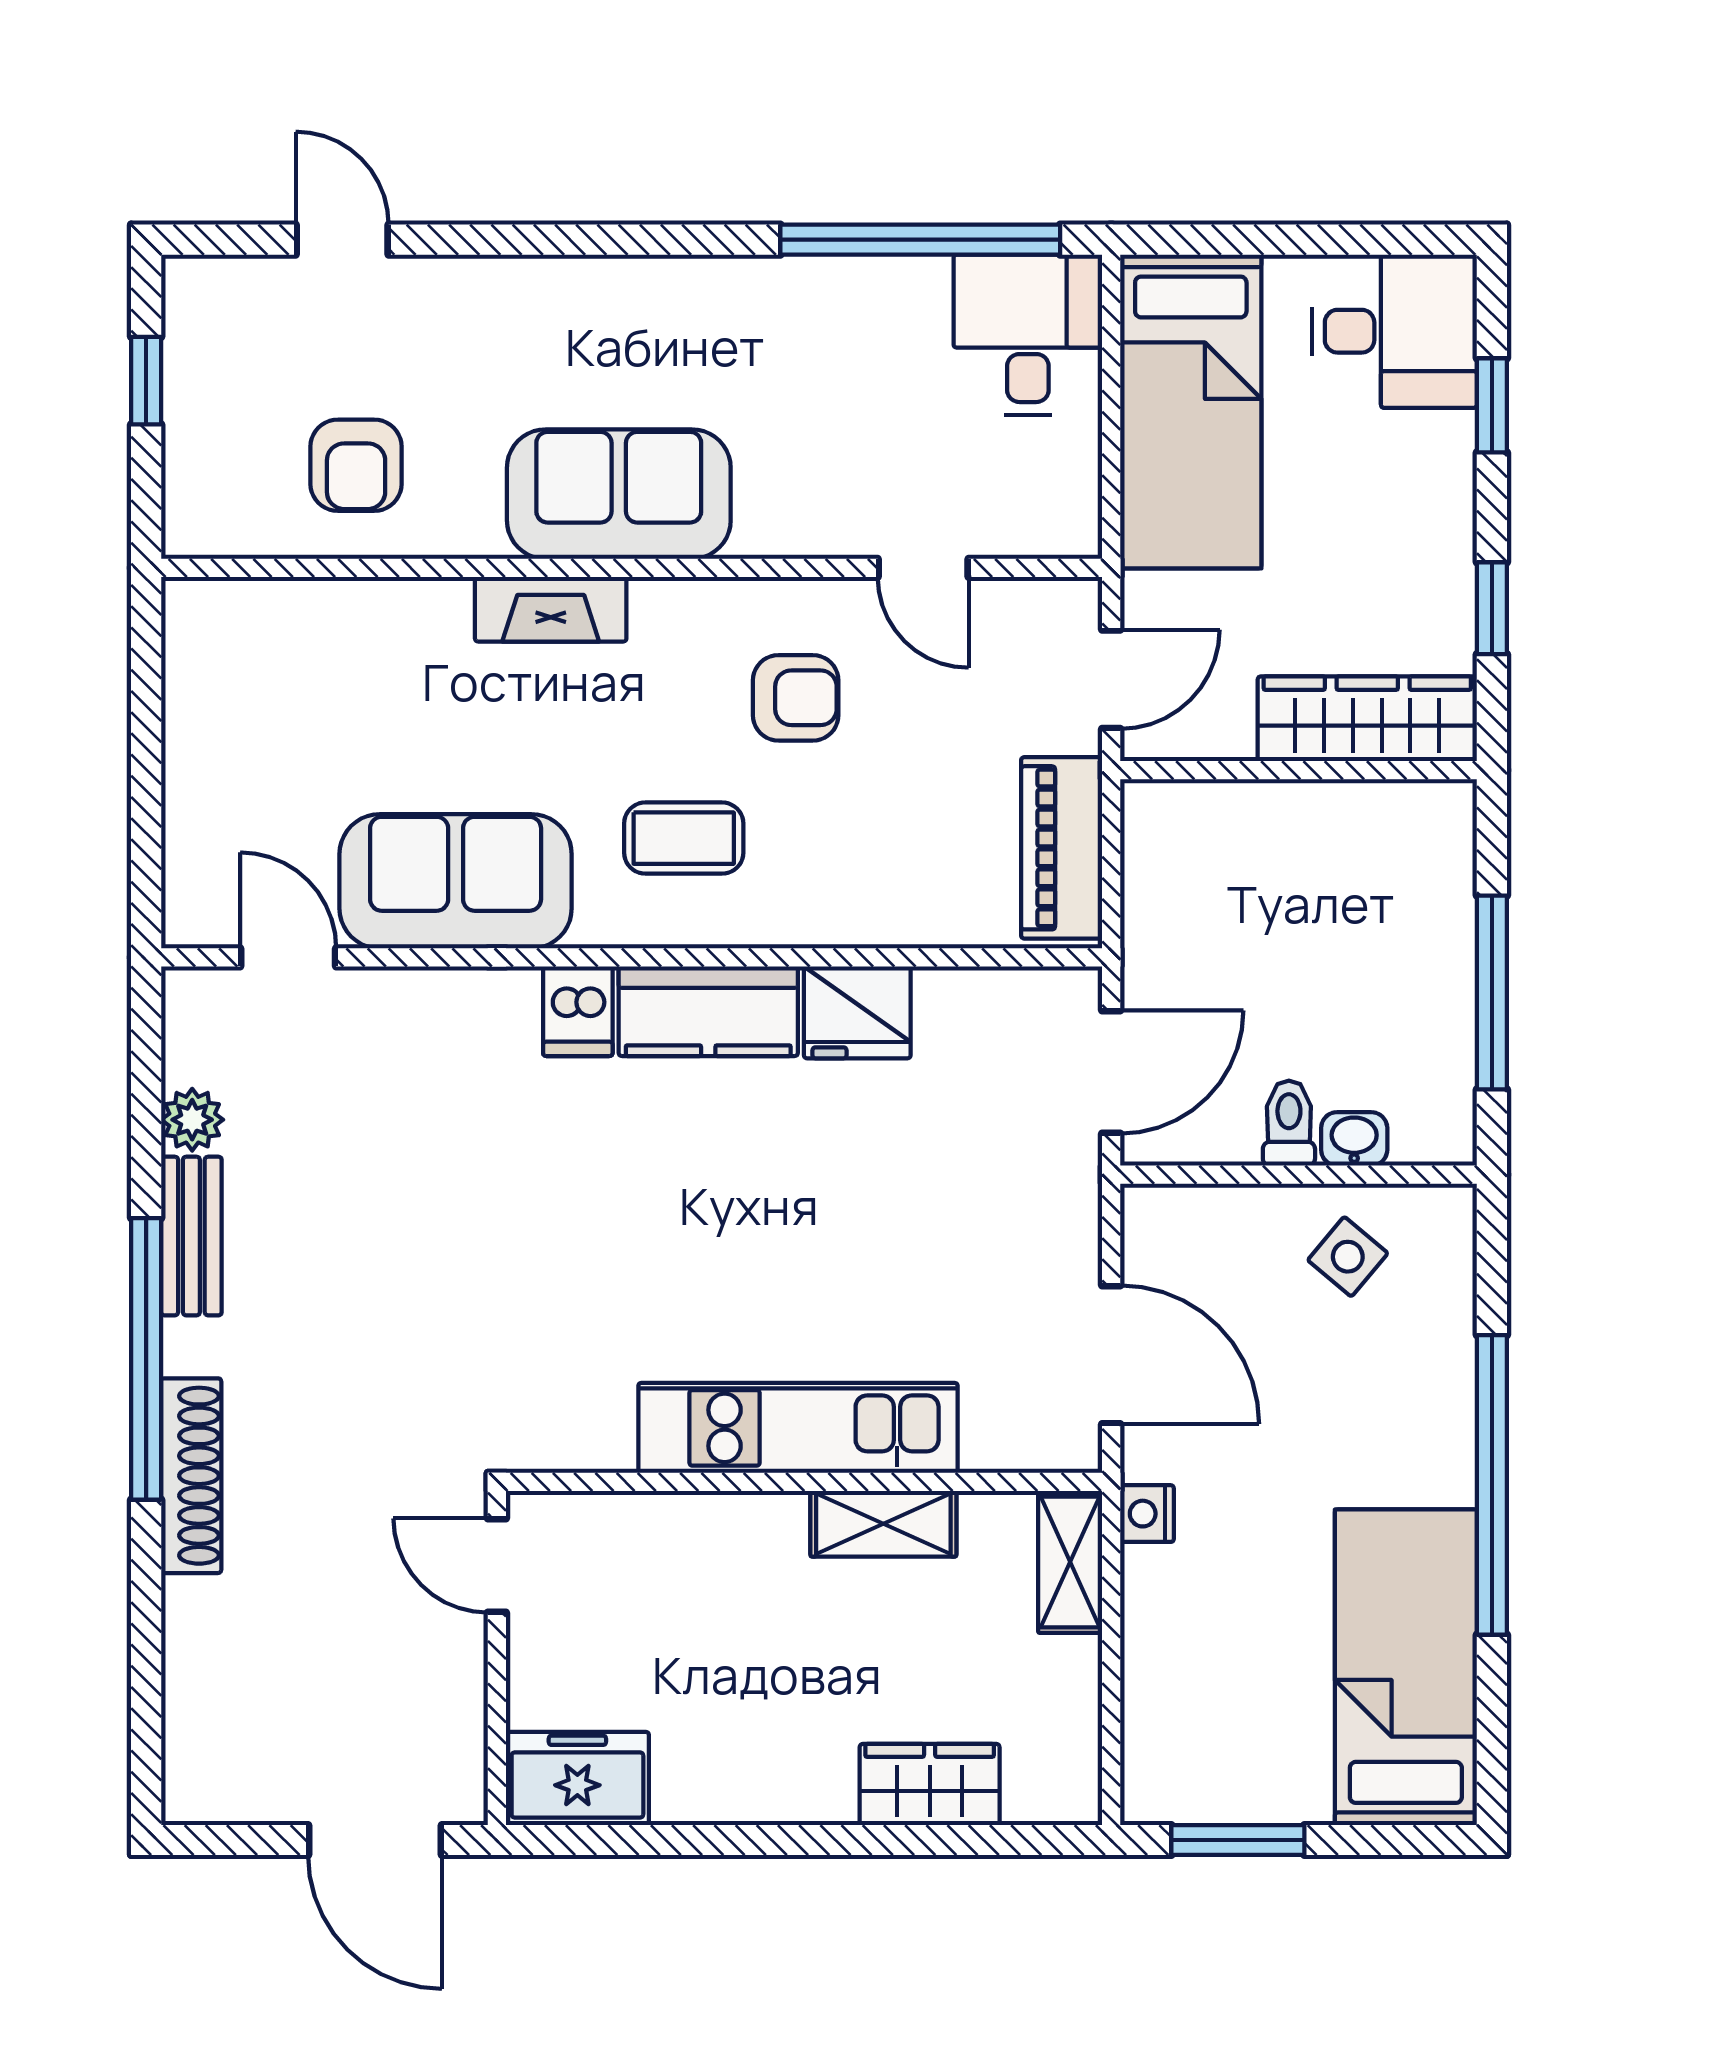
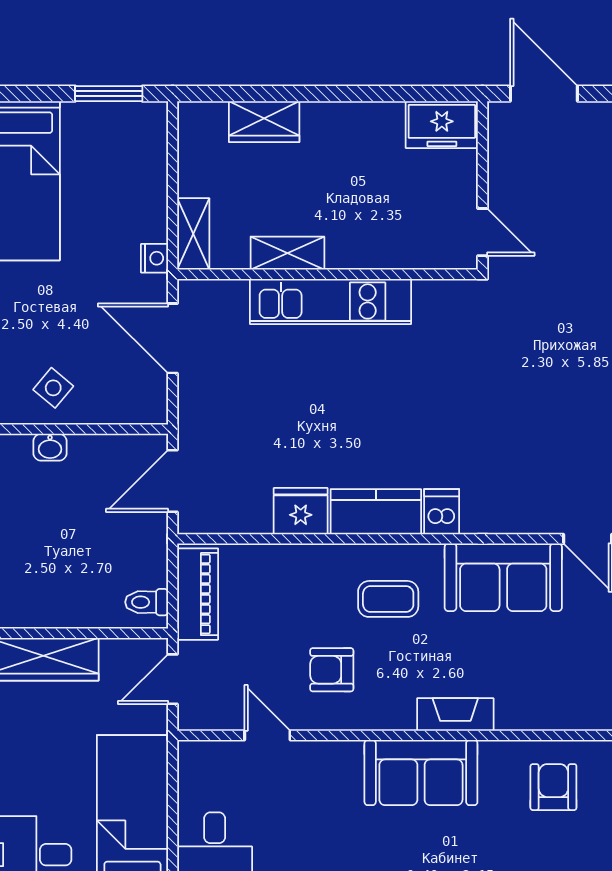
toilet: (1289, 1123) -> (147, 602), moved, turned 90

